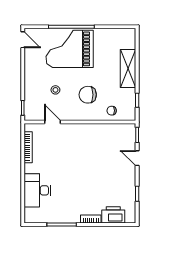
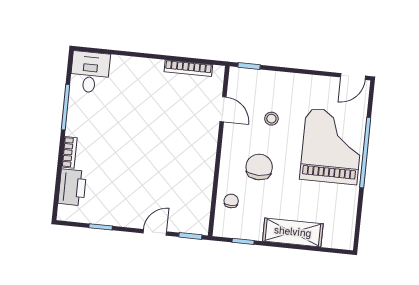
door: (53, 122) -> (223, 109), hinge flipped
desk: (37, 190) -> (90, 72), moved, width x0.73

